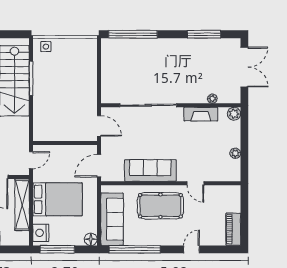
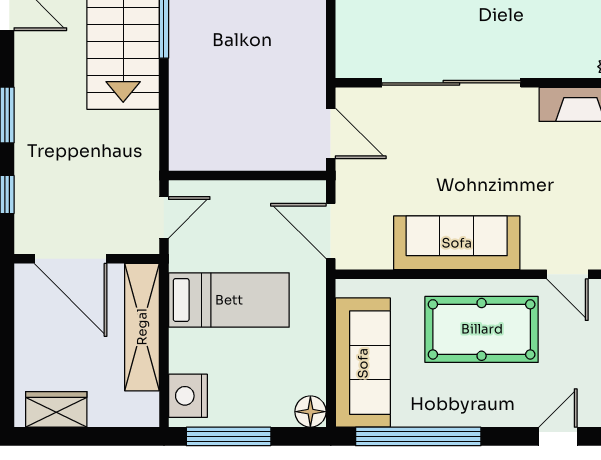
door: (99, 166) -> (331, 231), hinge flipped
bed: (58, 199) -> (229, 300), width x0.67

